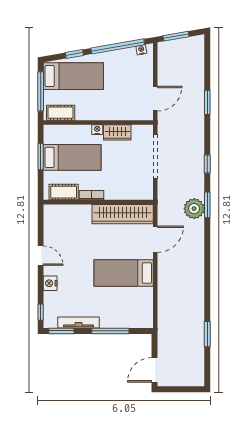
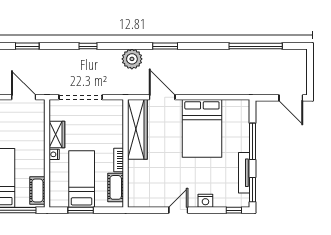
window: (207, 205) -> (165, 46), moved
bed: (124, 273) -> (202, 128), width x1.50
window: (207, 334) -> (256, 46), width x2.11

